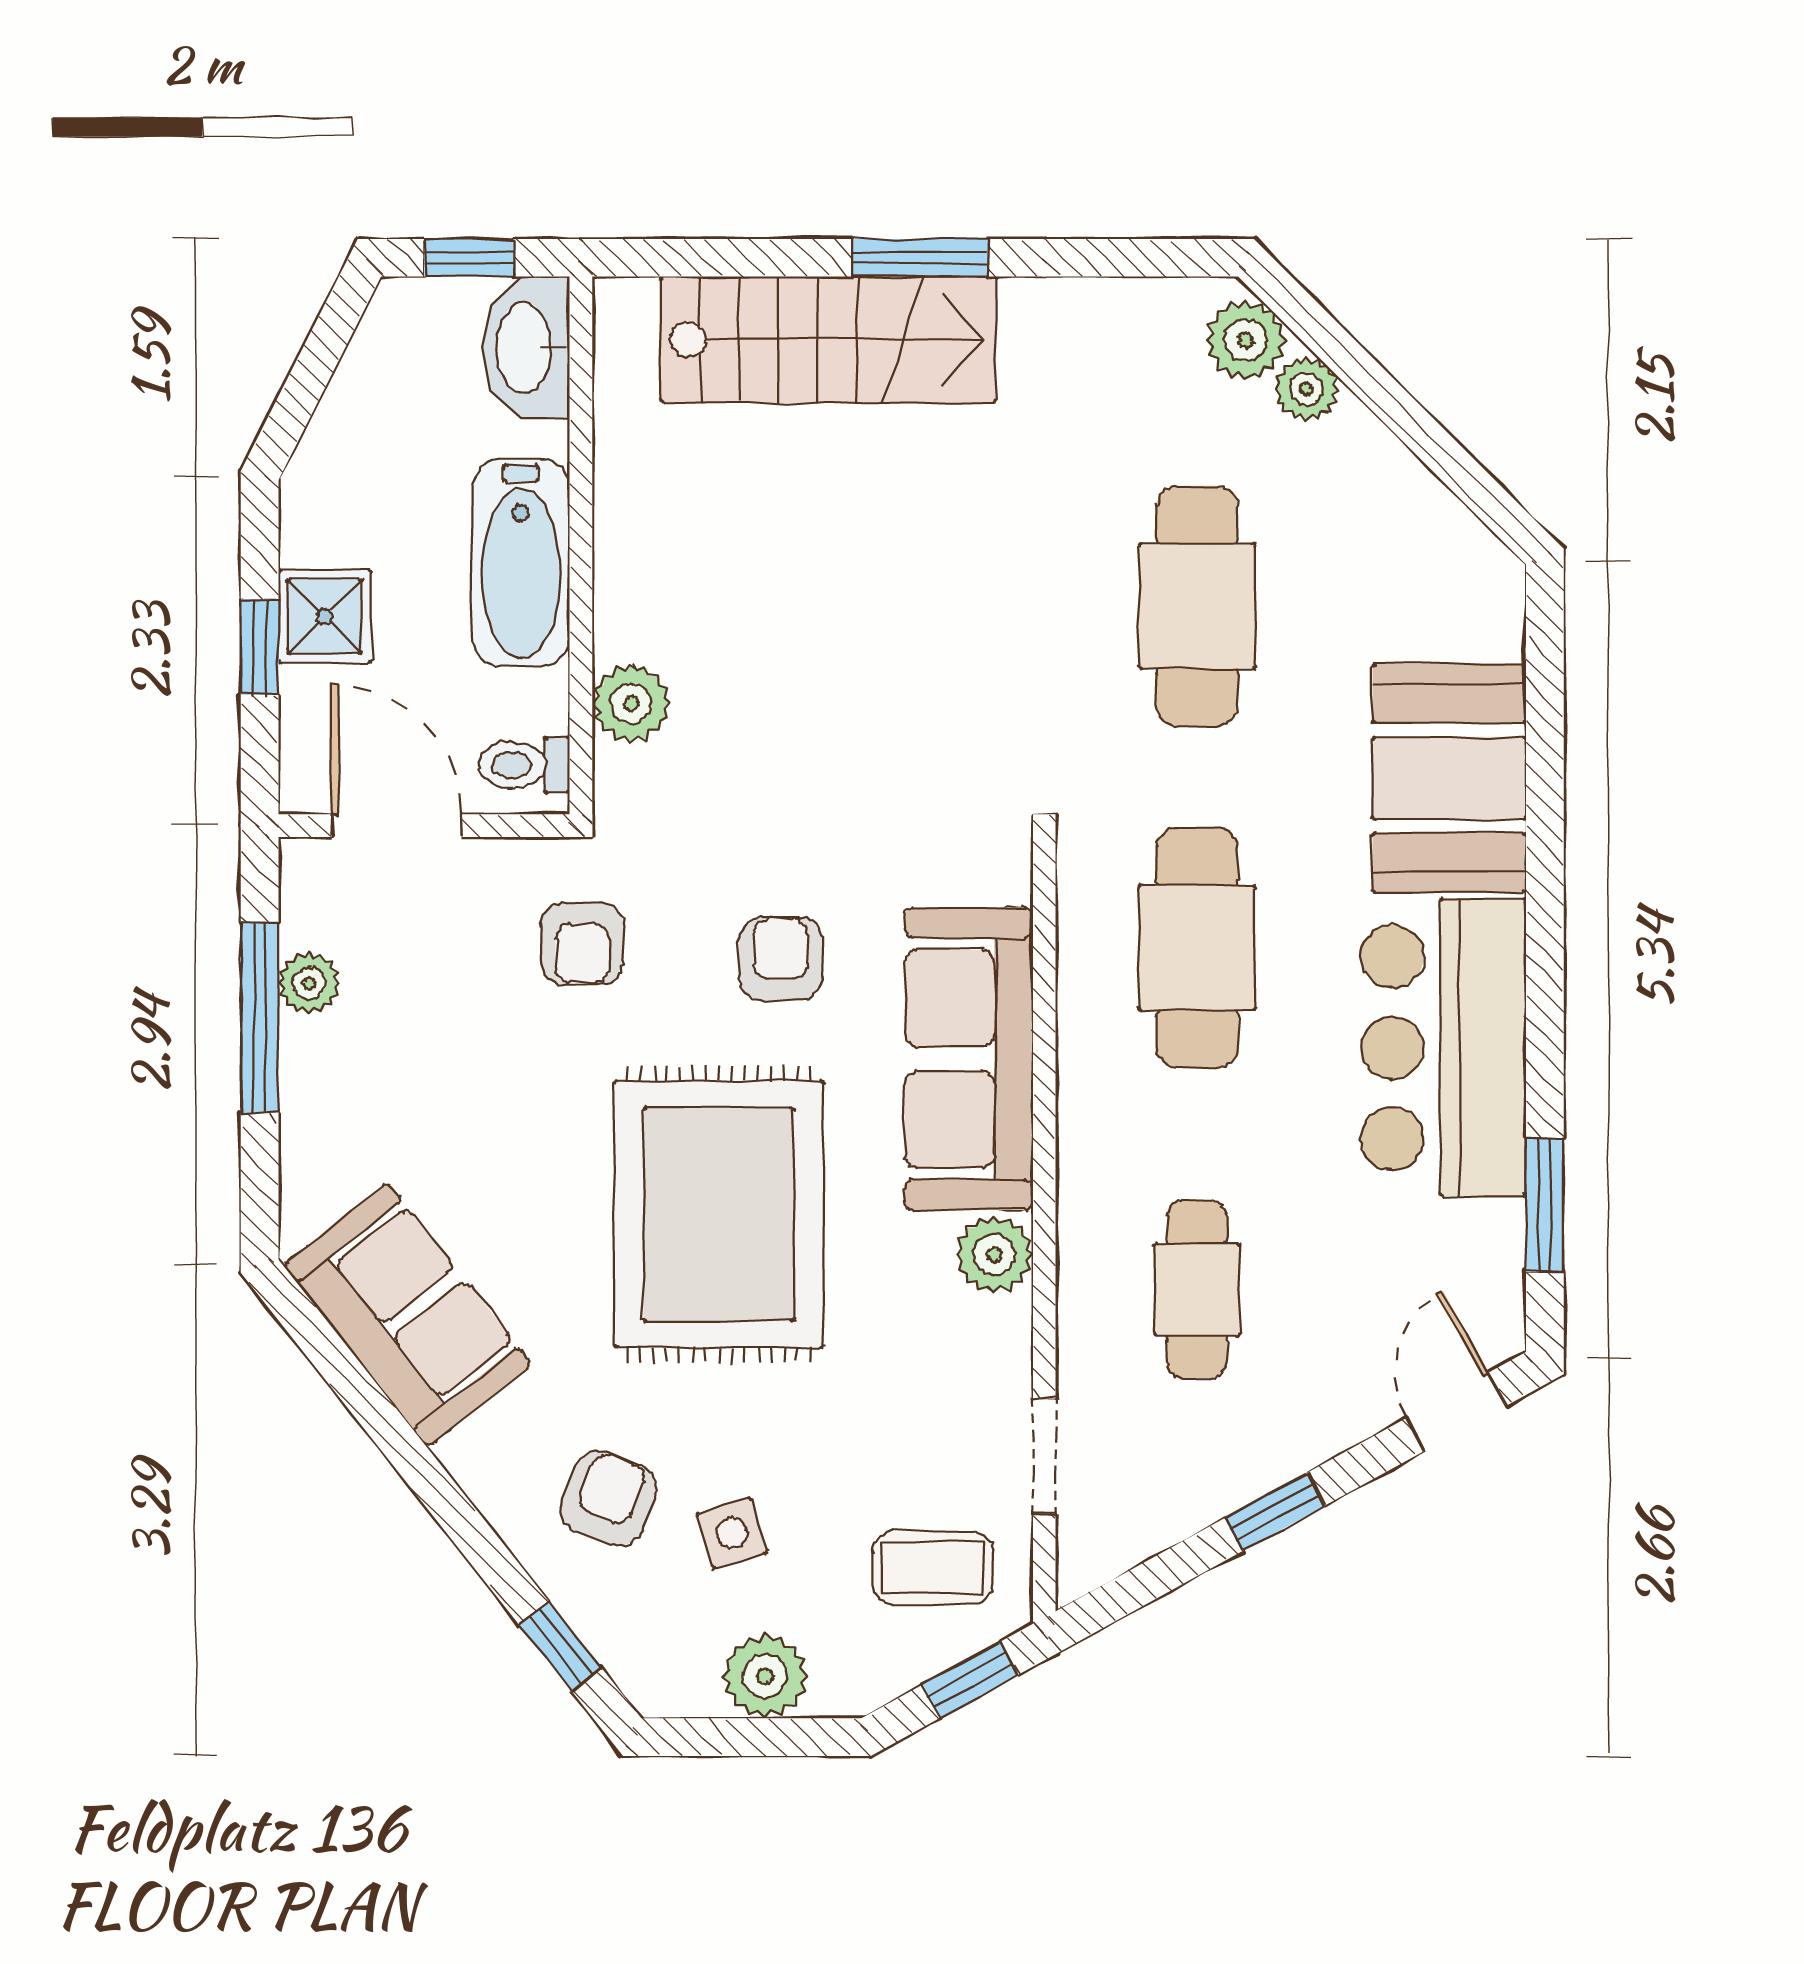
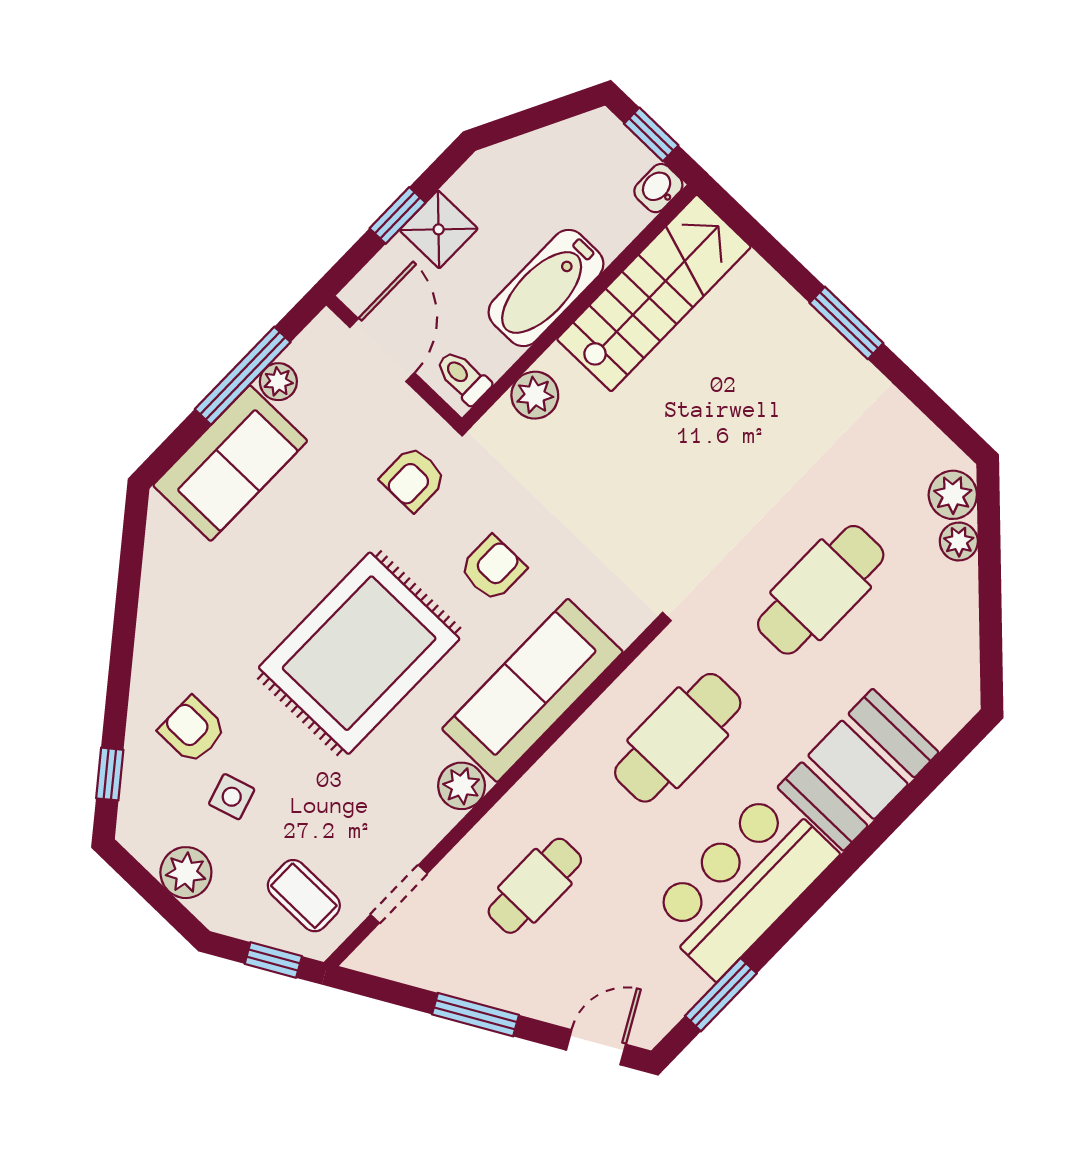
stairs: (829, 340) -> (654, 293), moved, turned -90
washbasin: (526, 347) -> (658, 188), width x0.52, depth x0.69
sofa: (408, 1315) -> (230, 463), moved, turned 38
armchair: (608, 1498) -> (192, 730), turned -110
window: (1275, 1512) -> (476, 1015), width x1.50

